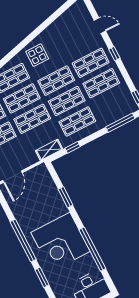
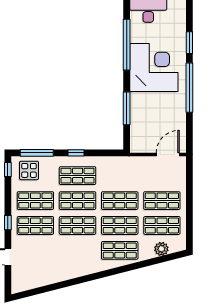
display table: (37, 55) -> (29, 170), moved
window: (73, 147) -> (76, 153), moved
shelving: (49, 150) -> (119, 162), removed
window: (66, 197) -> (127, 108), width x1.44

